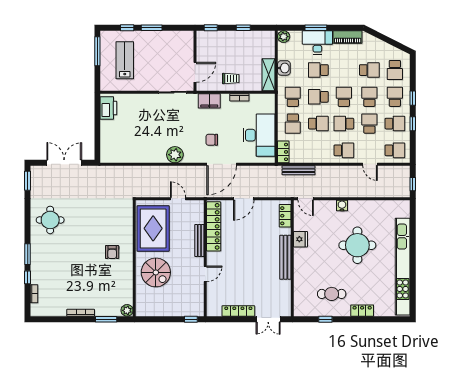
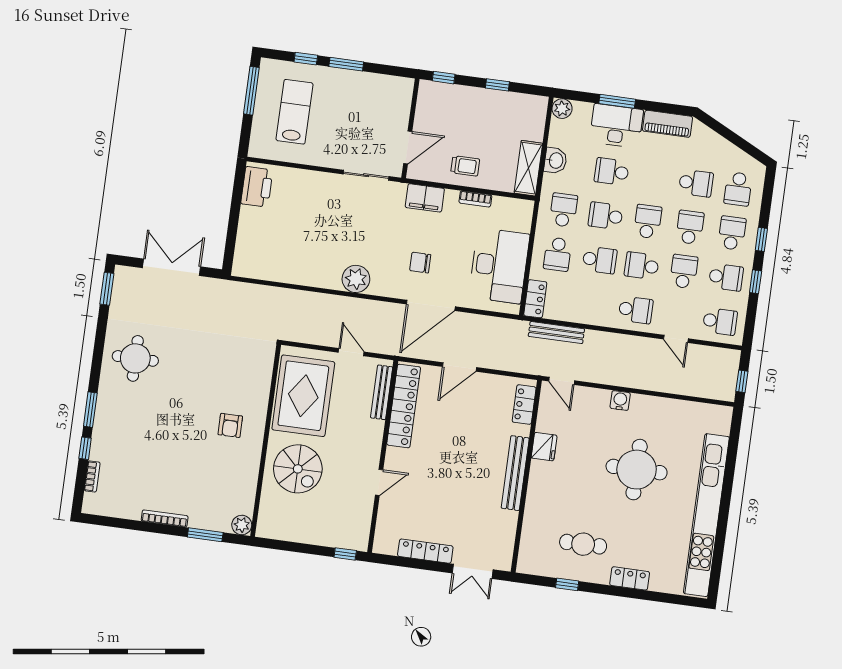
bench: (199, 240) -> (382, 392), moved

